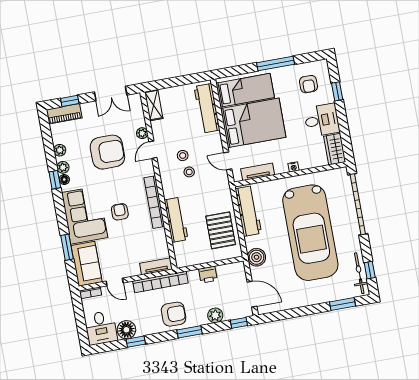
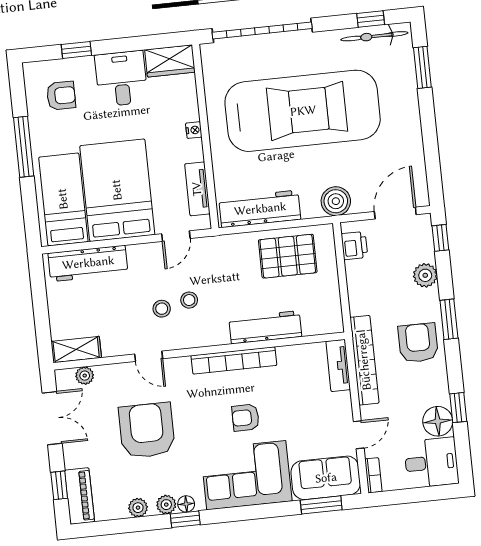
plant: (142, 133) -> (85, 376), moved
window: (67, 247) -> (321, 505), moved
printer: (208, 275) -> (354, 246), moved

